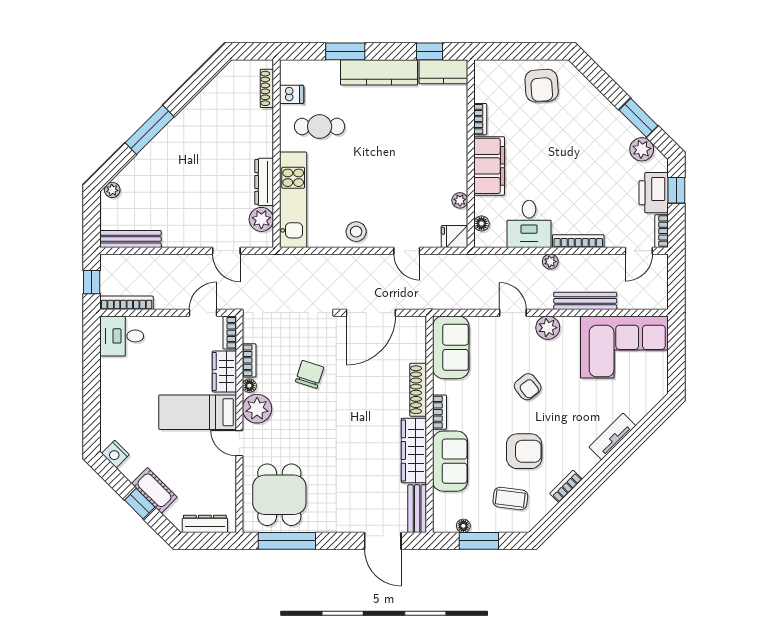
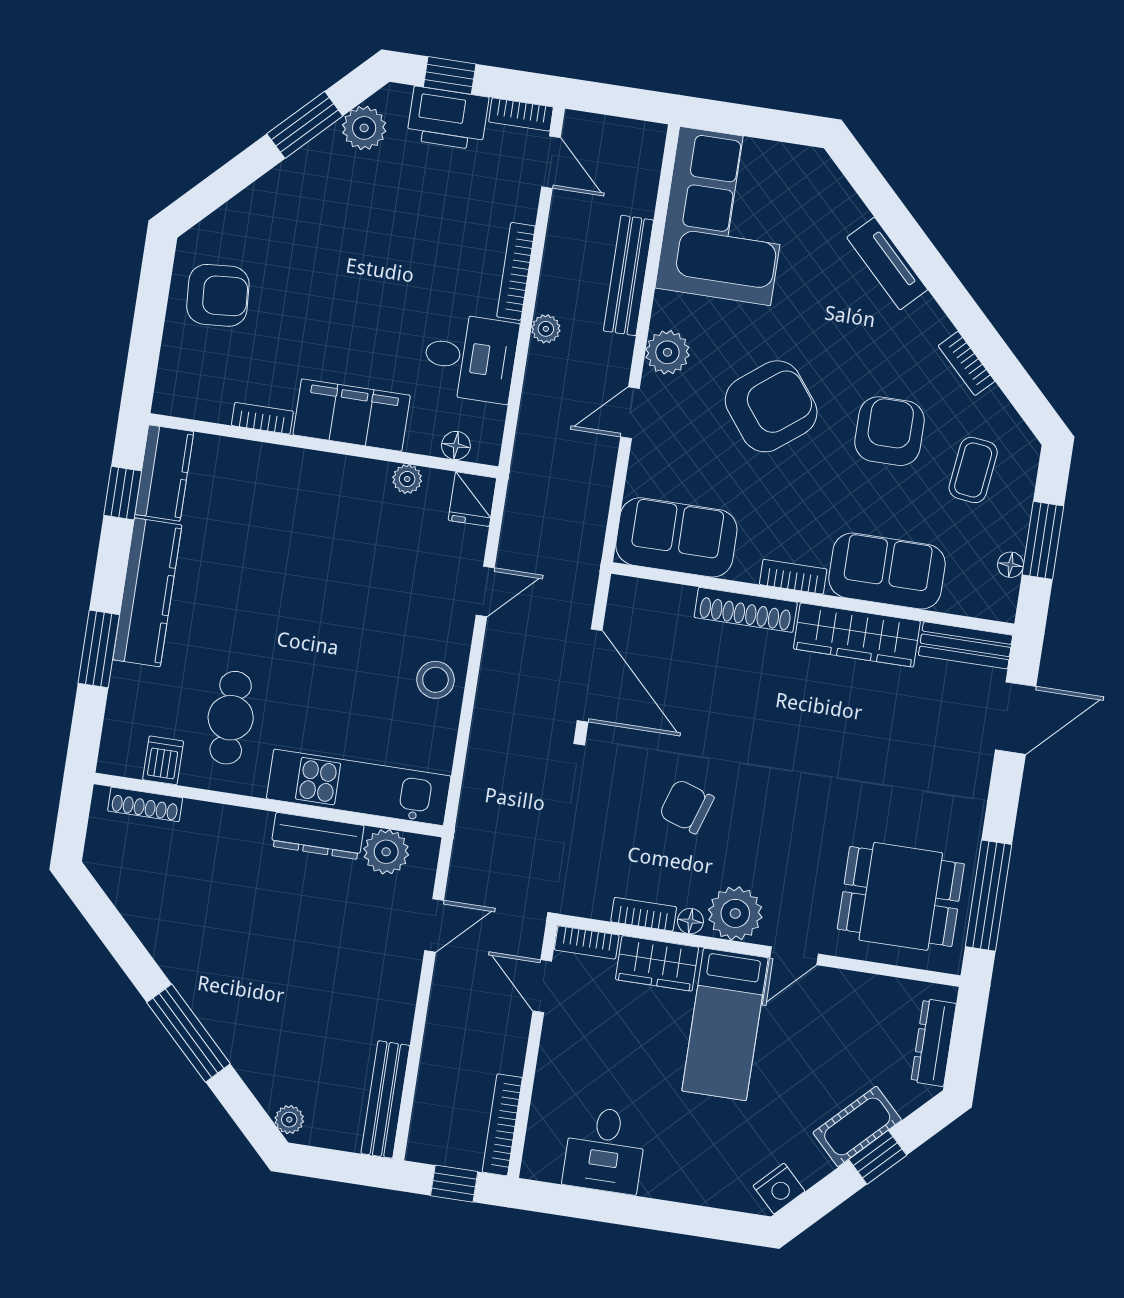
desk: (122, 336) -> (605, 1150), moved
armchair: (528, 387) -> (771, 406), width x1.88, depth x1.88

